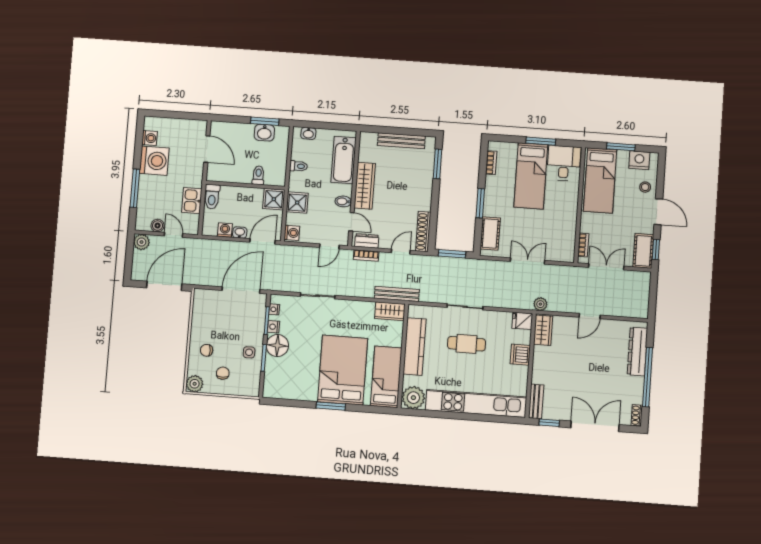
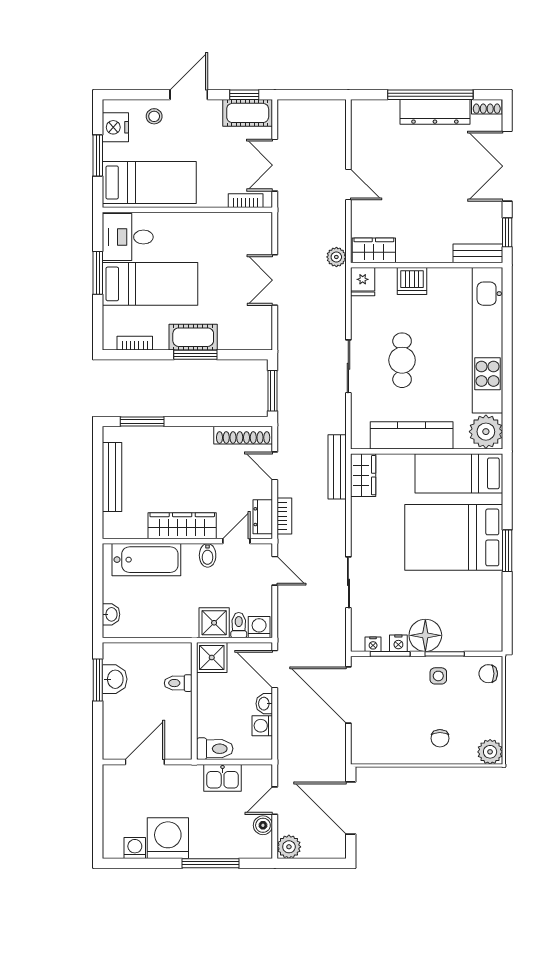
toilet: (299, 166) -> (239, 625), moved
cot: (490, 233) -> (193, 337), moved
dresser: (637, 352) -> (435, 112), moved
chair: (223, 373) -> (488, 674), moved

